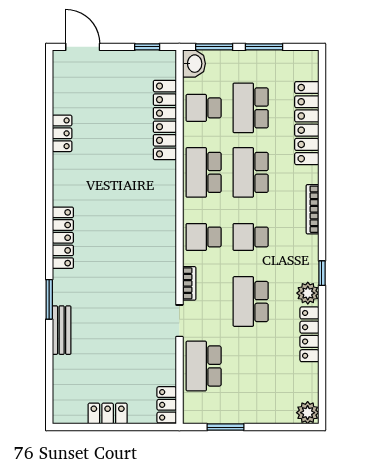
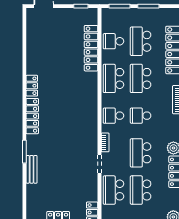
washbasin: (194, 64) -> (108, 16), removed
locker: (62, 133) -> (32, 86), moved
school desk: (251, 366) -> (141, 190), added

